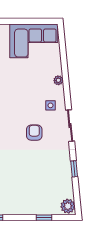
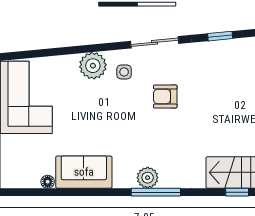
plant: (58, 80) -> (93, 66), width x1.87, depth x1.87

